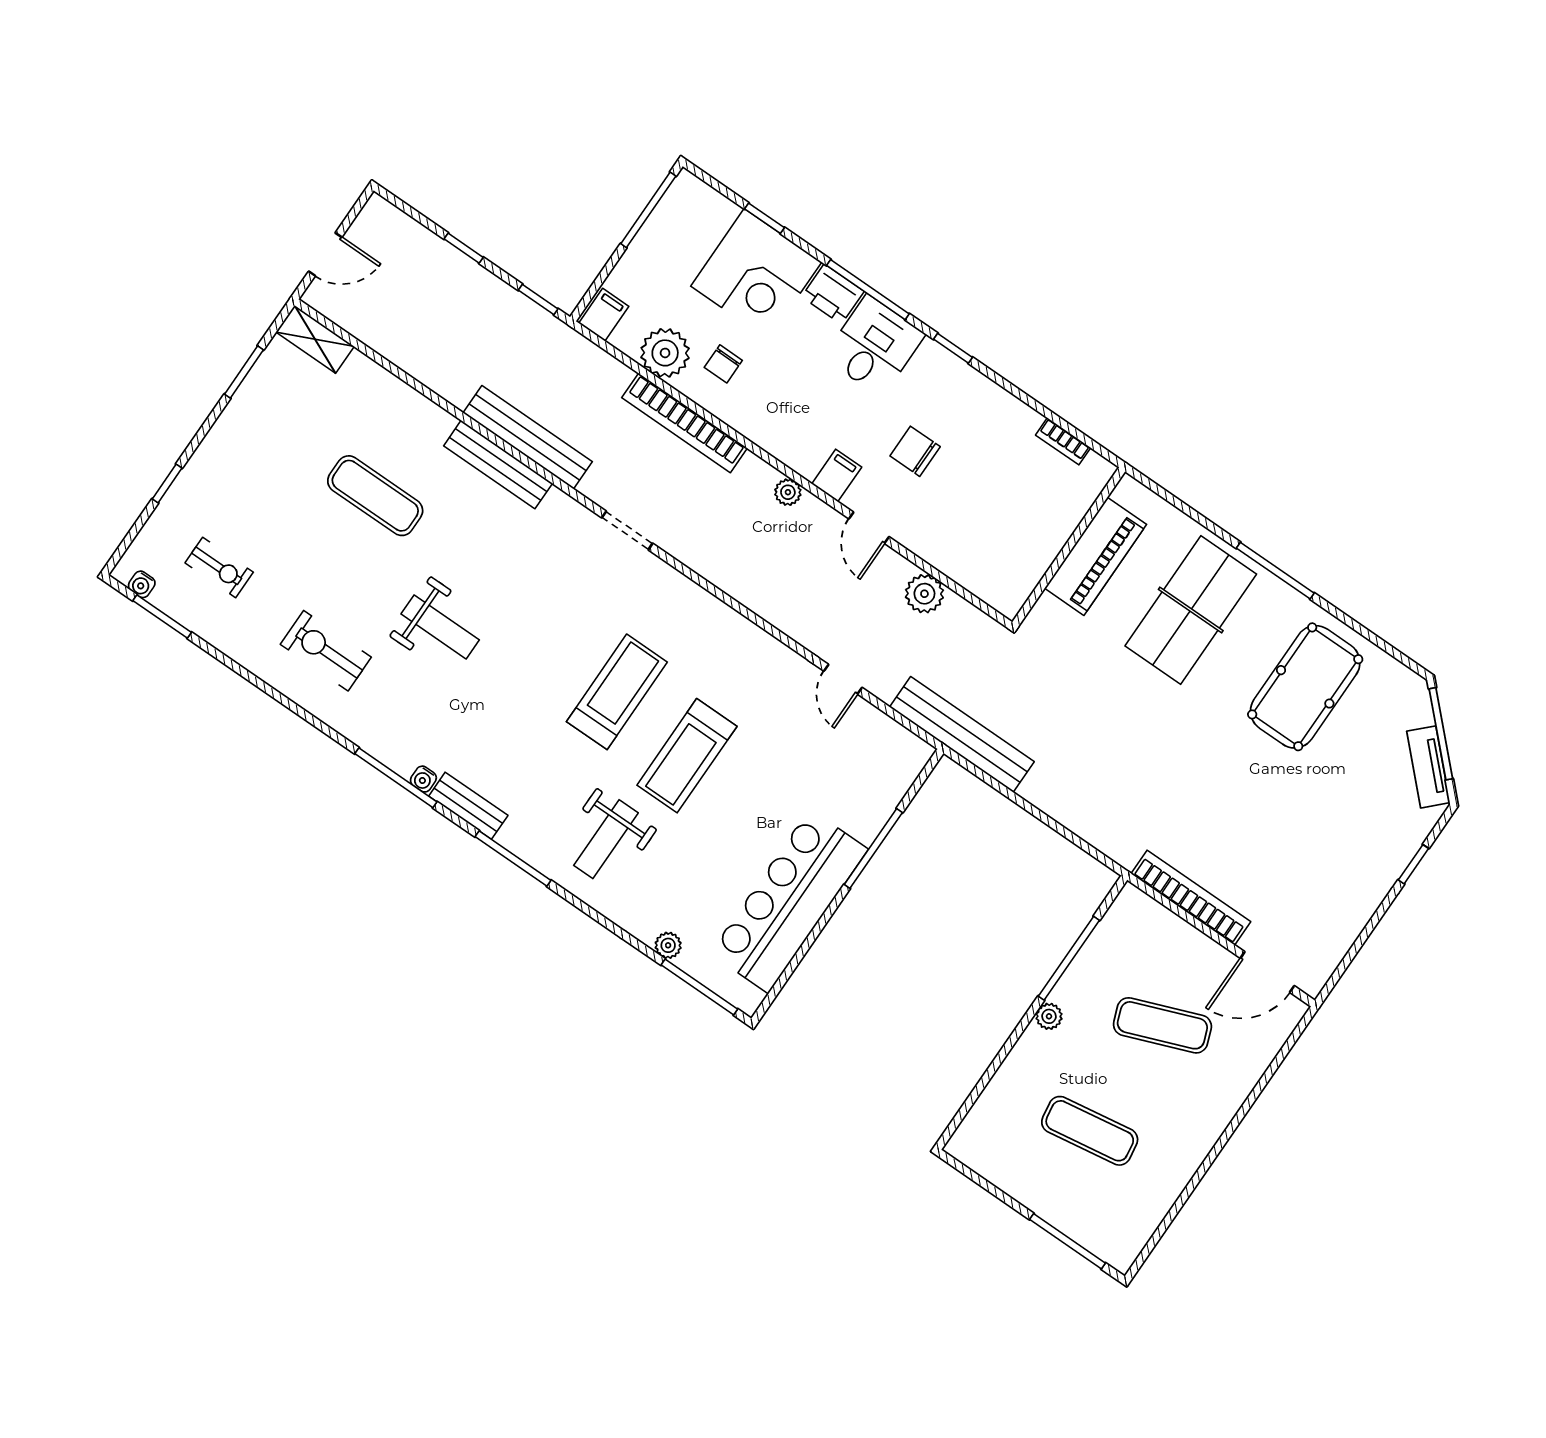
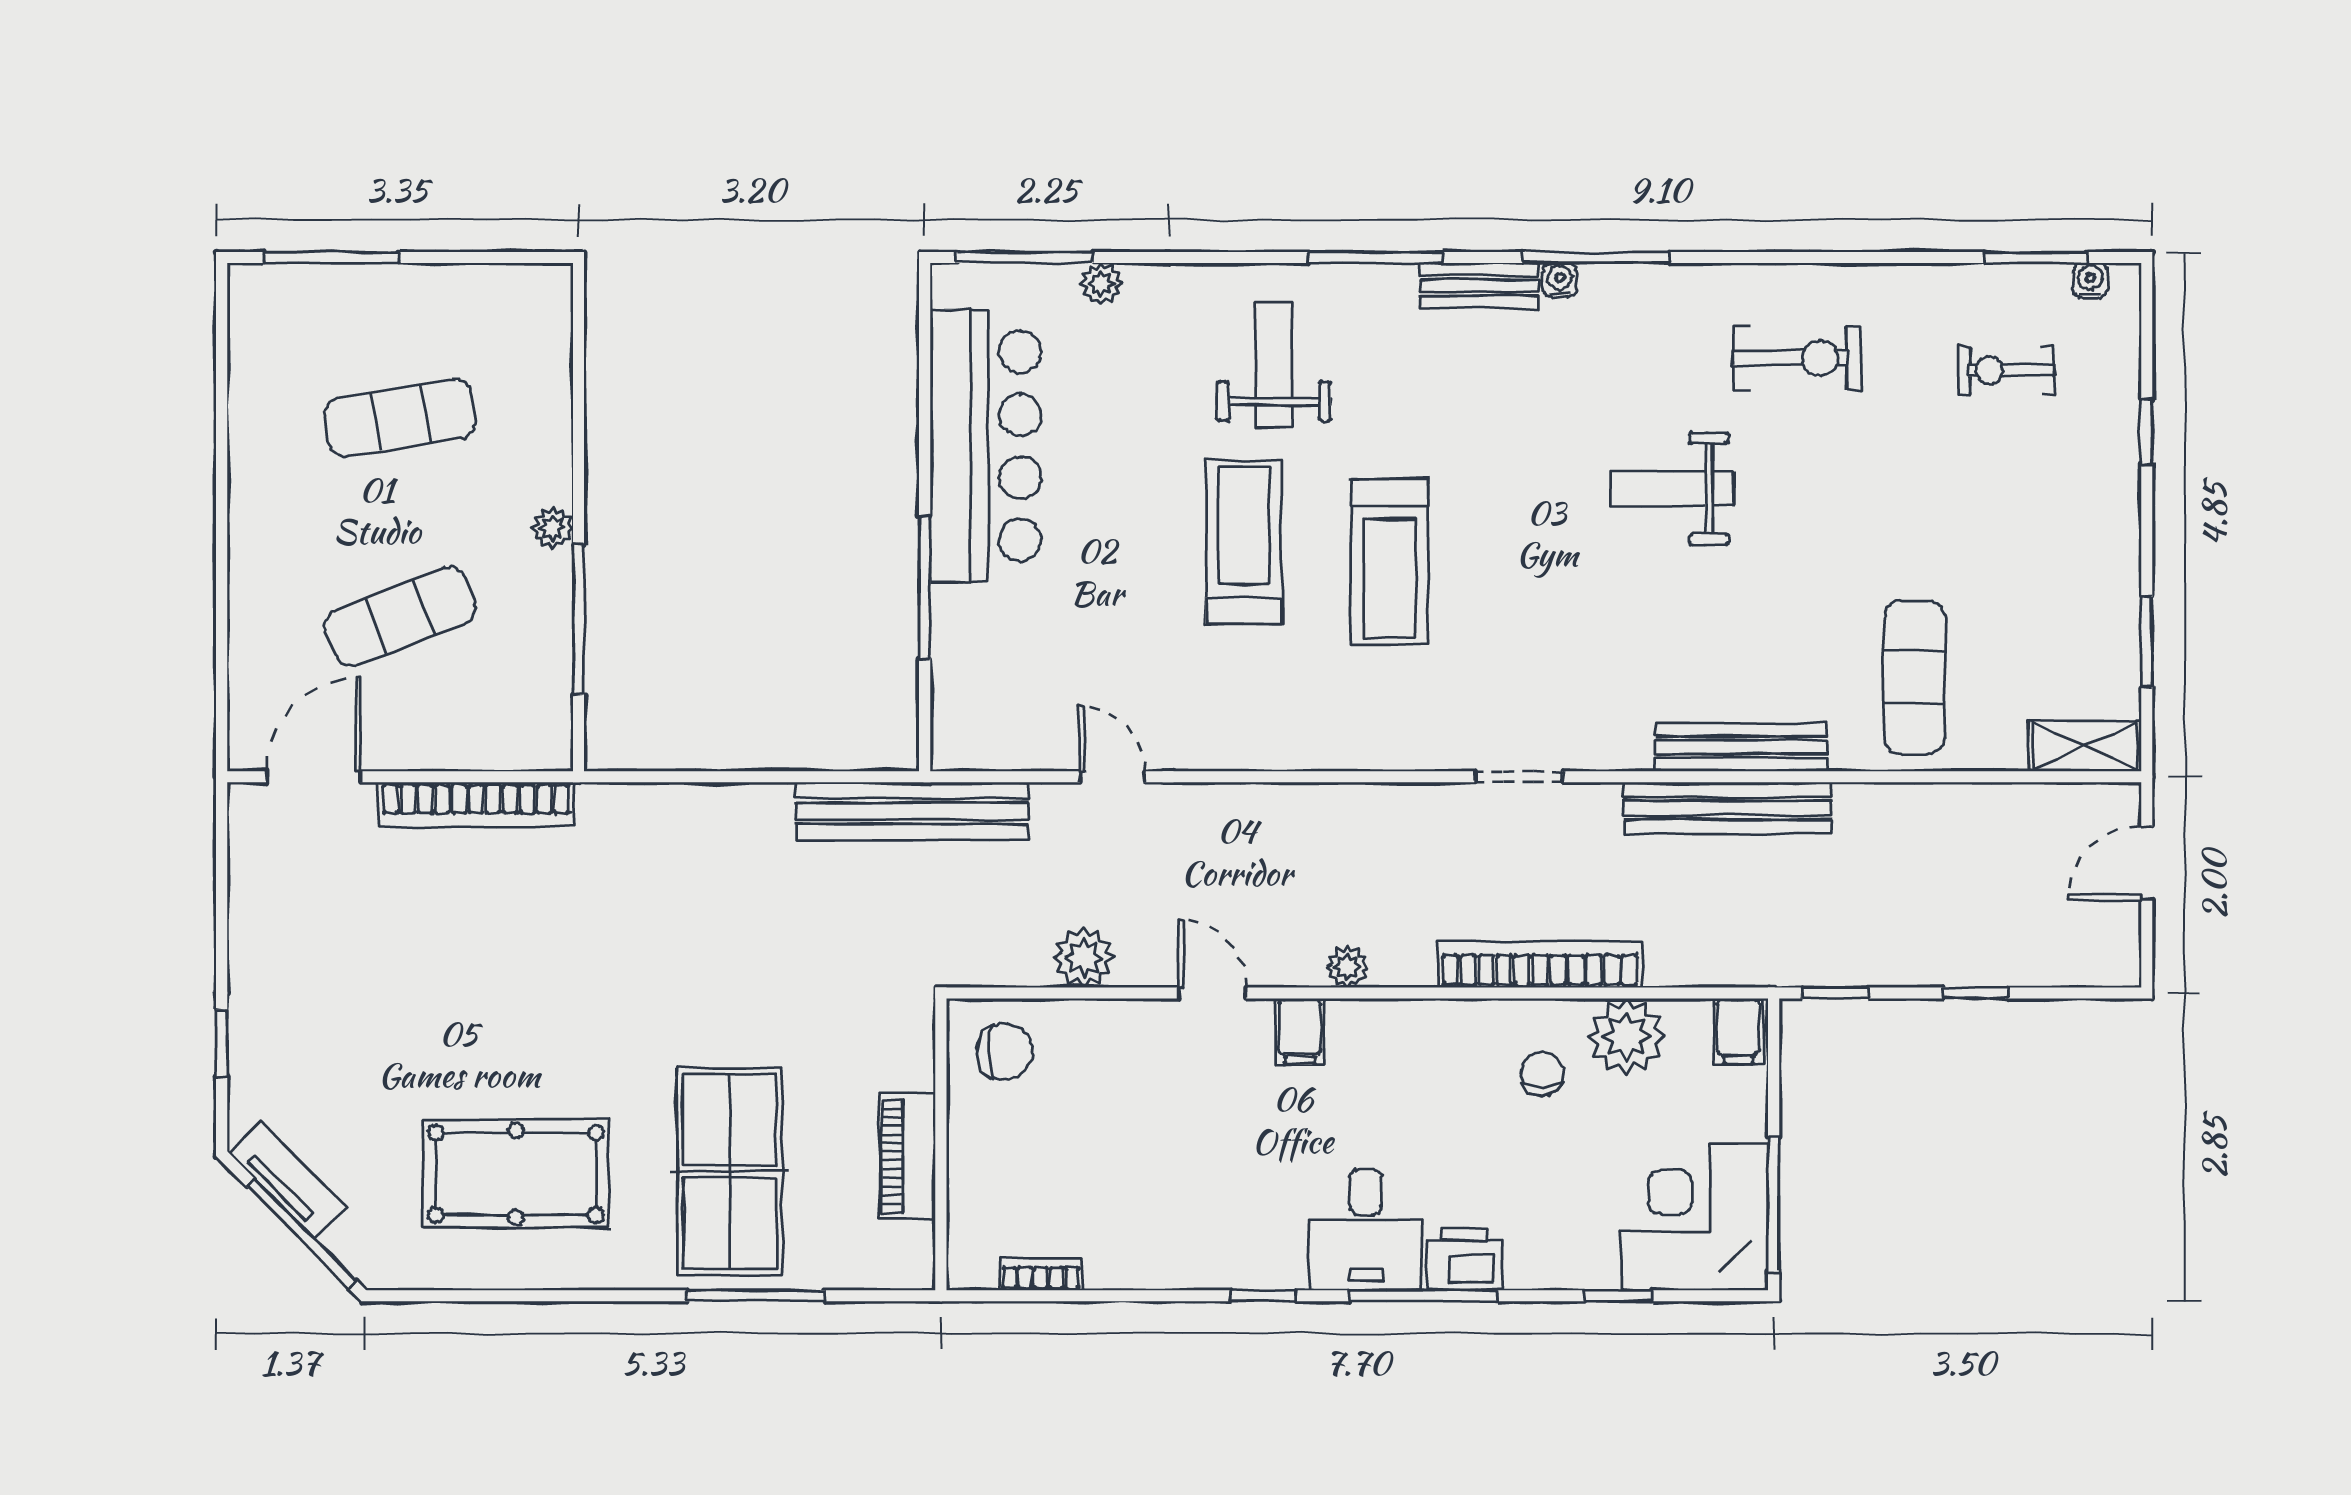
corner desk: (756, 274) -> (1695, 1217), moved
chair: (915, 451) -> (1005, 1052), moved
exercise mat: (375, 496) -> (1914, 677), moved, turned 90
piano: (1096, 556) -> (907, 1156), width x0.73, depth x0.75
window: (1275, 571) -> (756, 1296), moved
pool table: (1305, 687) -> (516, 1174), turned 90

